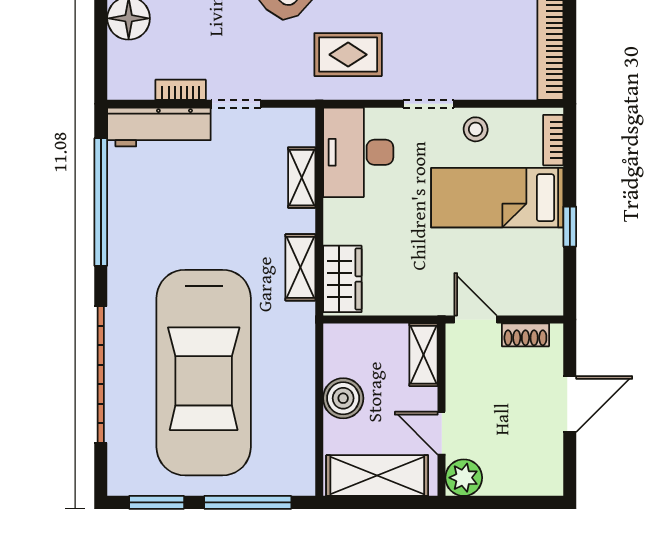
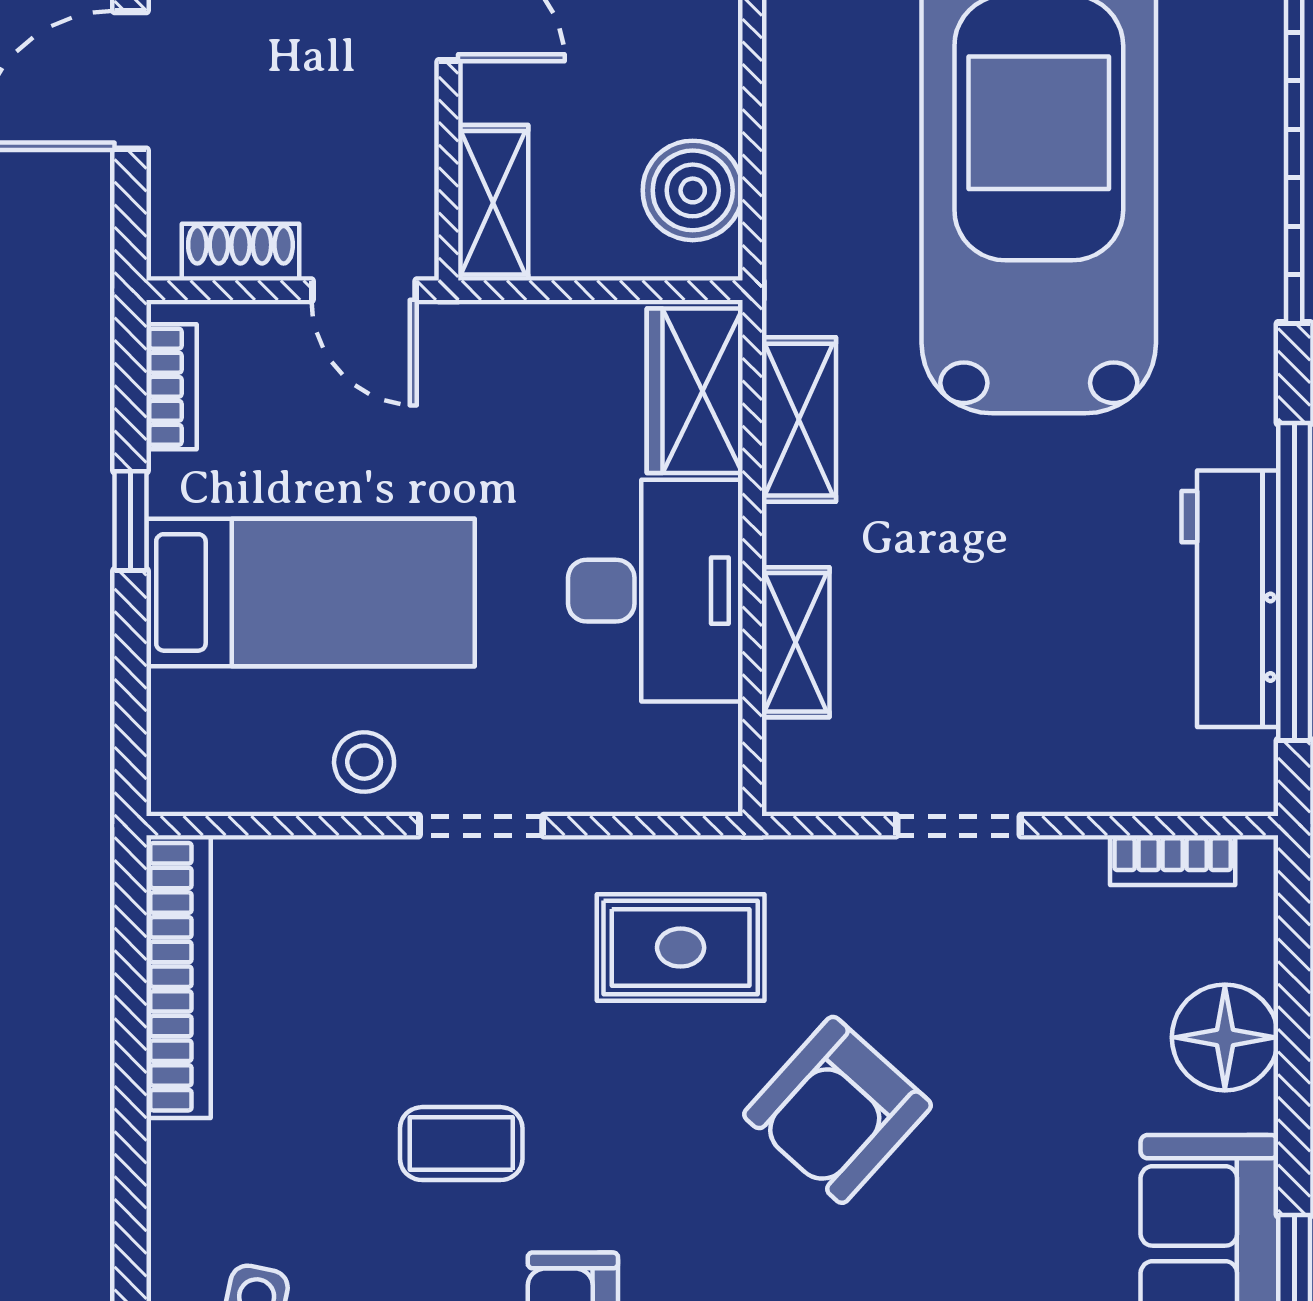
bookcase: (181, 90) -> (1173, 860), moved
workbench: (159, 127) -> (1230, 599), moved, turned -90
bookcase: (553, 140) -> (172, 387), moved
desk: (358, 152) -> (655, 591), moved
boiler: (343, 398) -> (693, 190), moved

